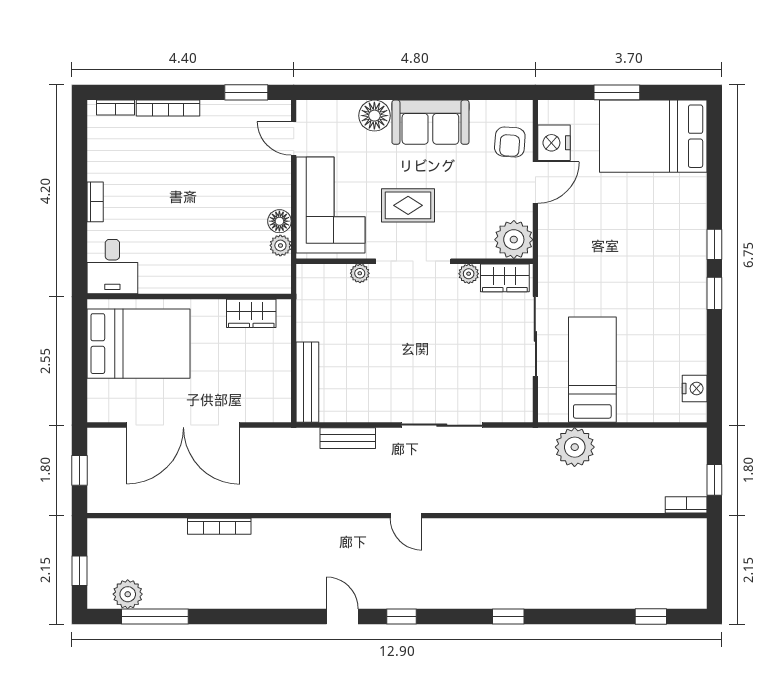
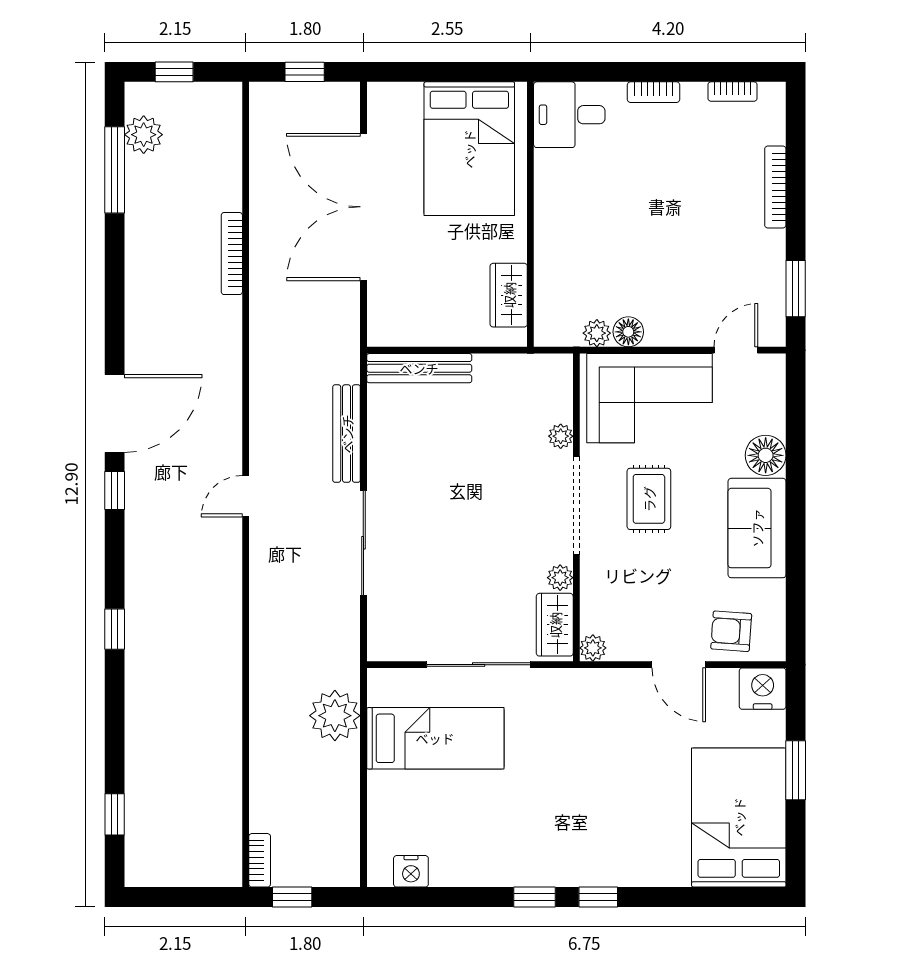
bookcase: (116, 108) -> (732, 92), moved, turned -90
nightstand: (554, 143) -> (763, 689), moved
plant: (514, 240) -> (593, 648), width x0.53, depth x0.53
bench: (348, 438) -> (347, 434), width x1.36
door: (342, 616) -> (115, 414), width x1.88

